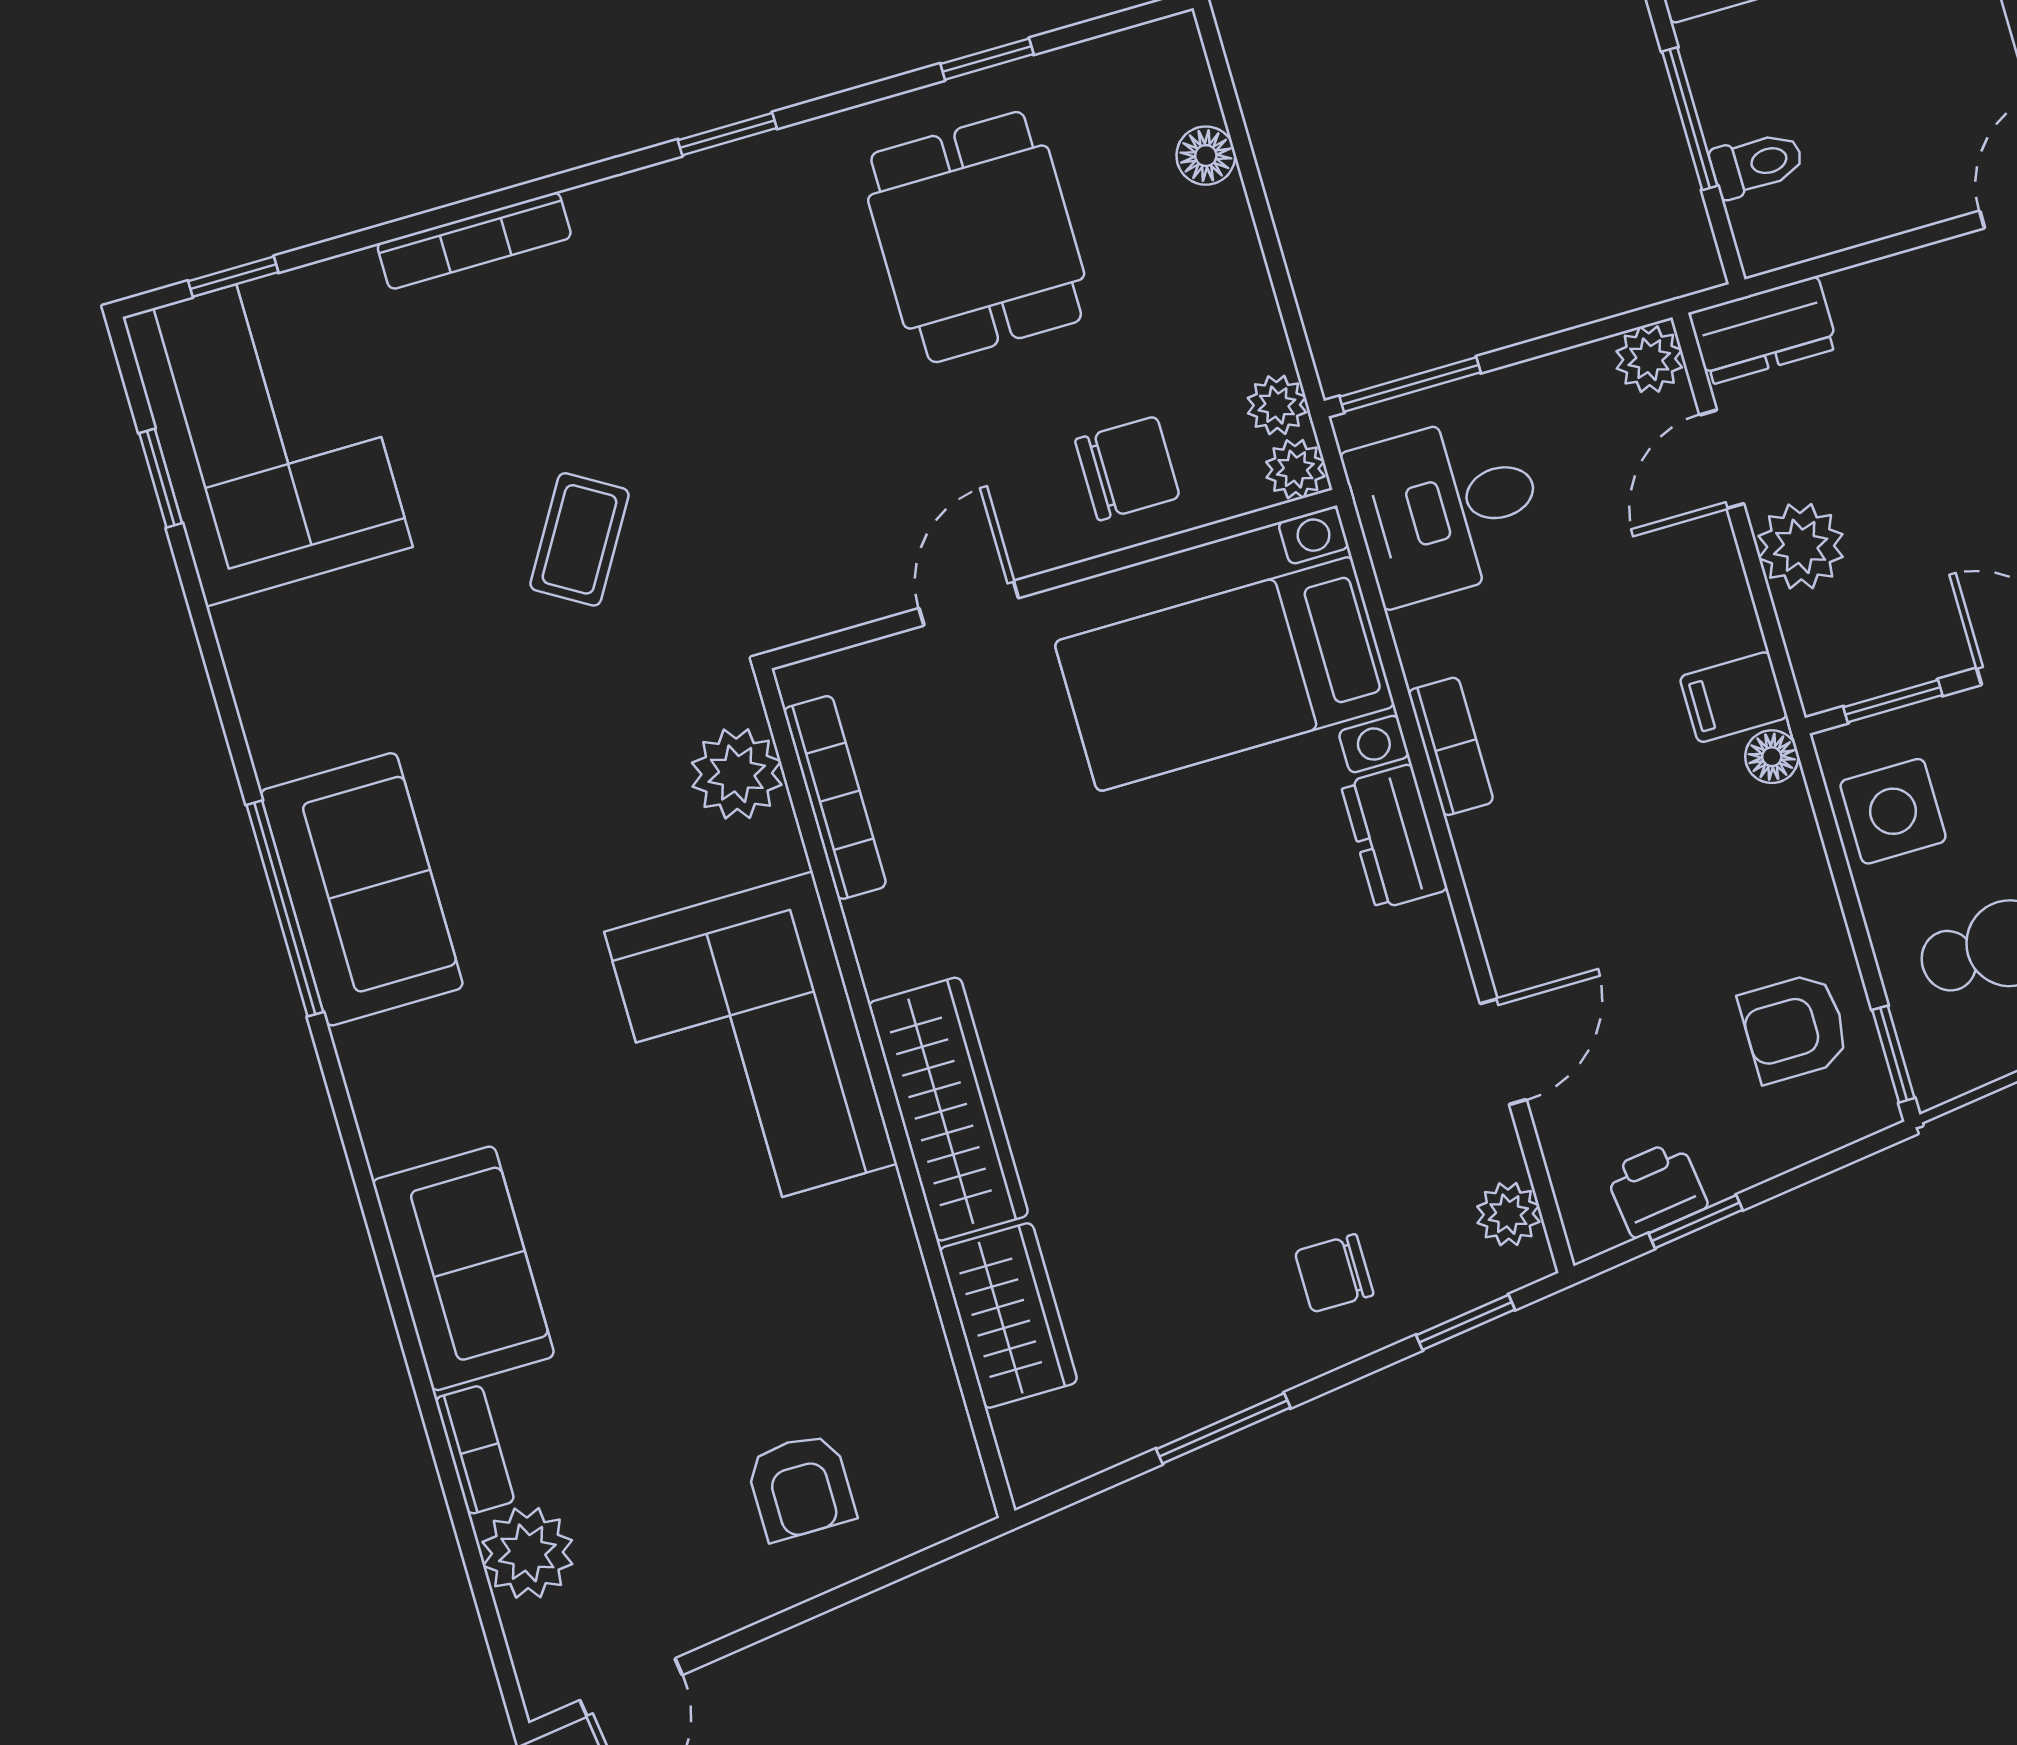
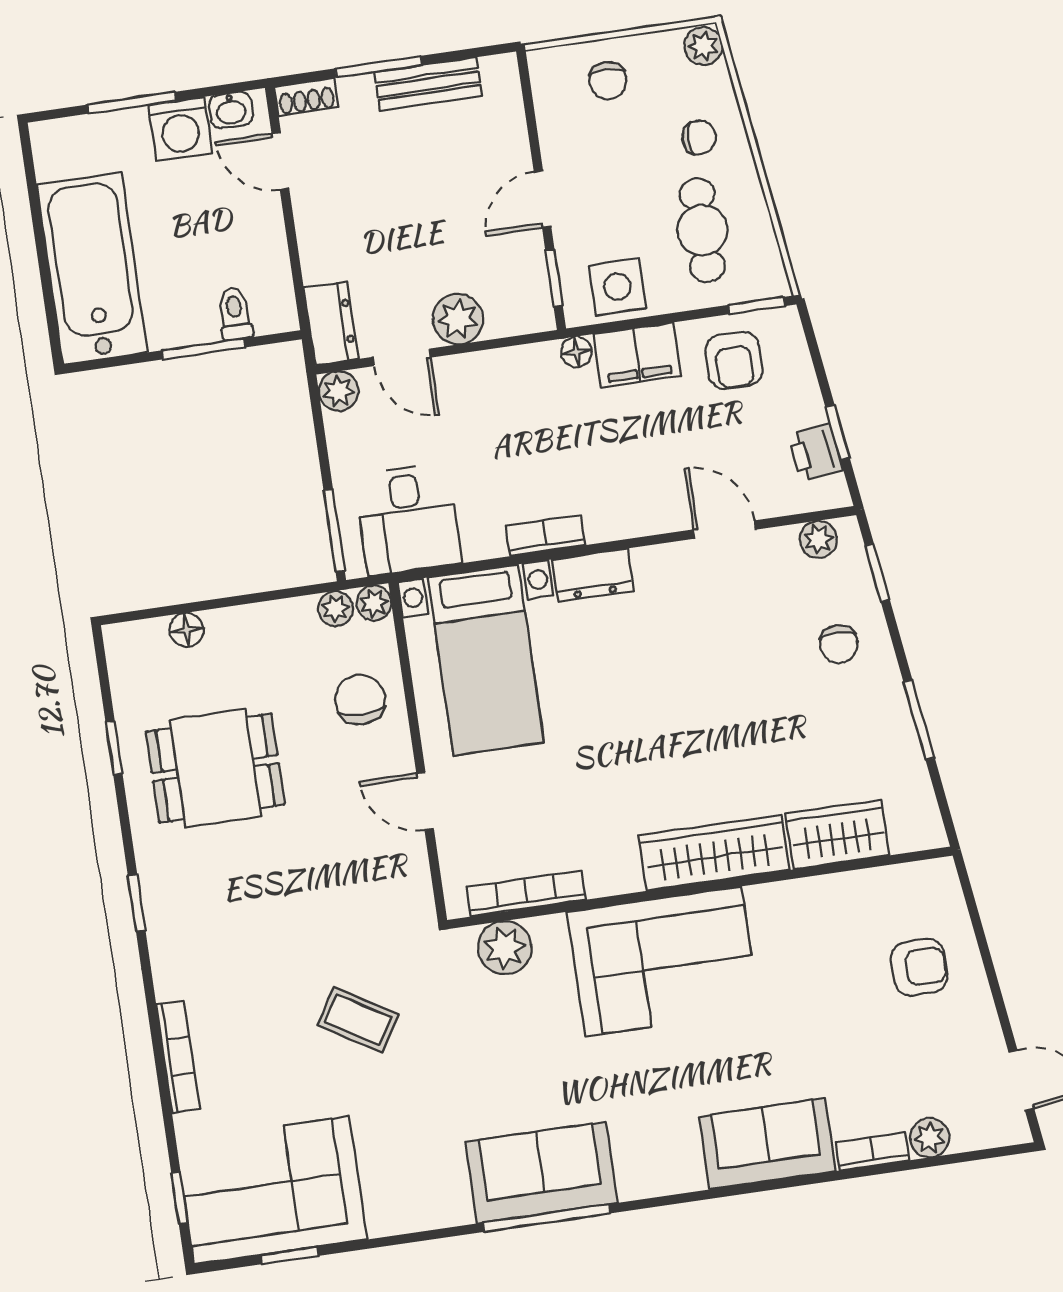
filing cabinet: (1734, 697) -> (637, 355), moved, width x2.00
plant: (527, 1553) -> (930, 1138), width x0.73, depth x0.73

